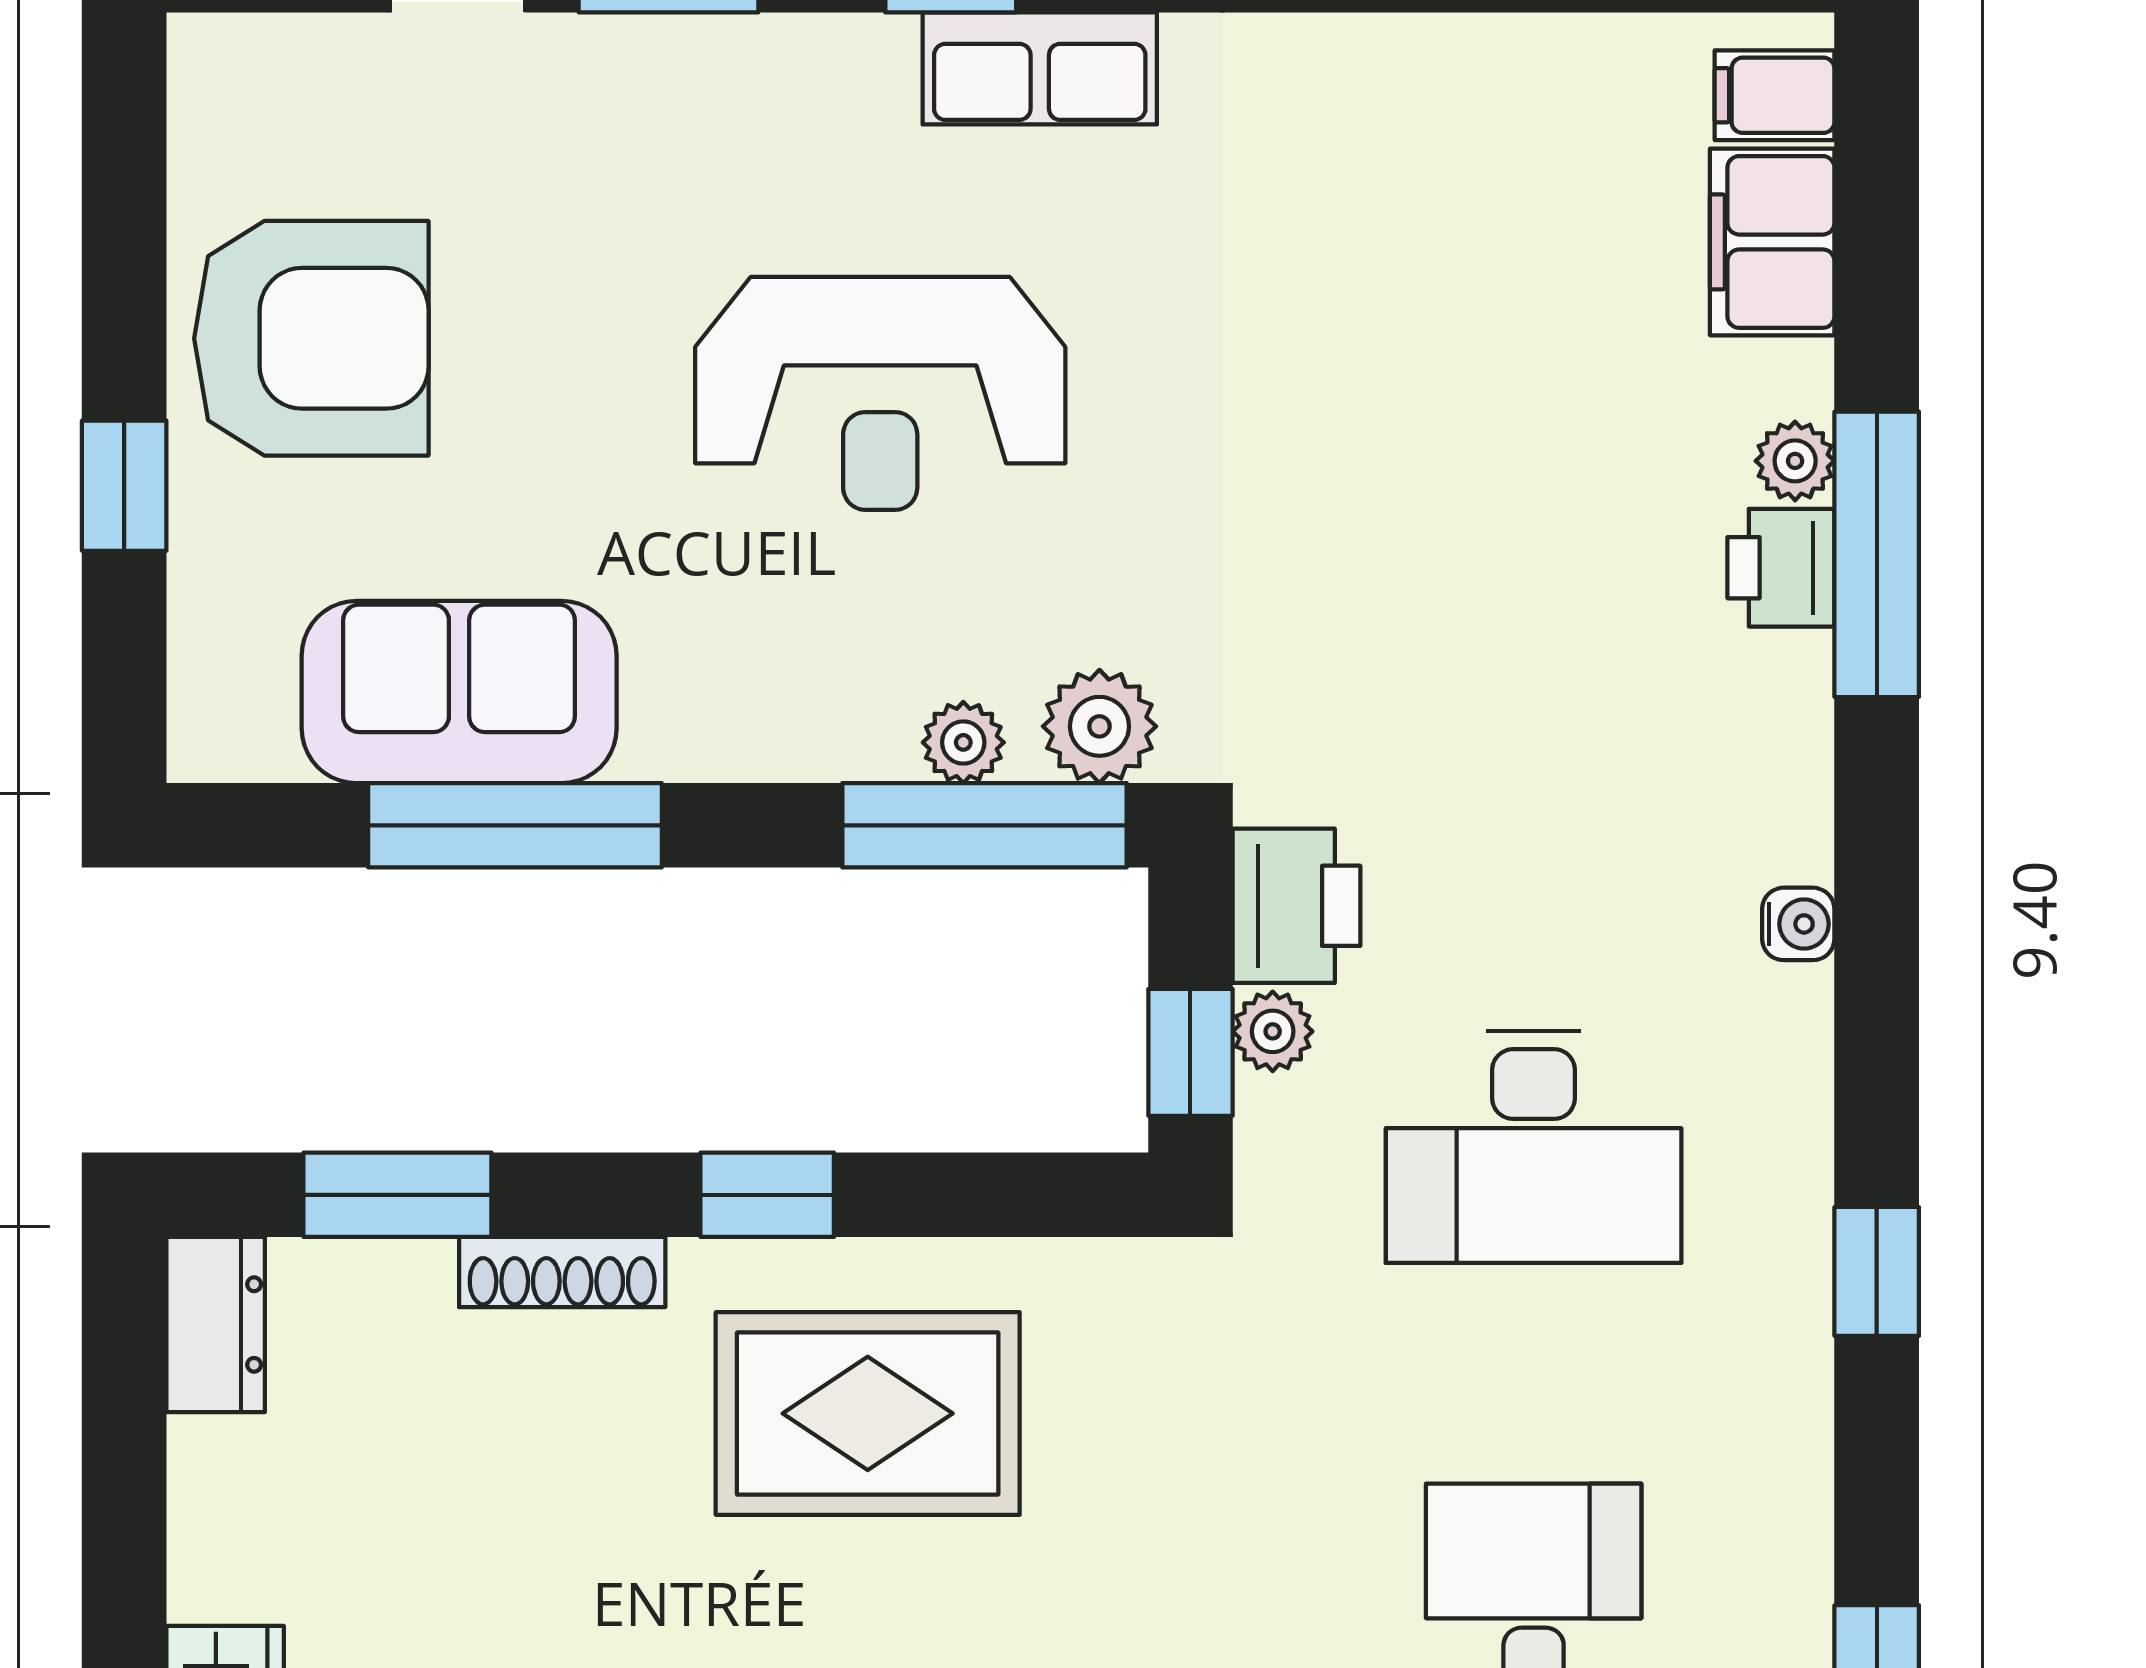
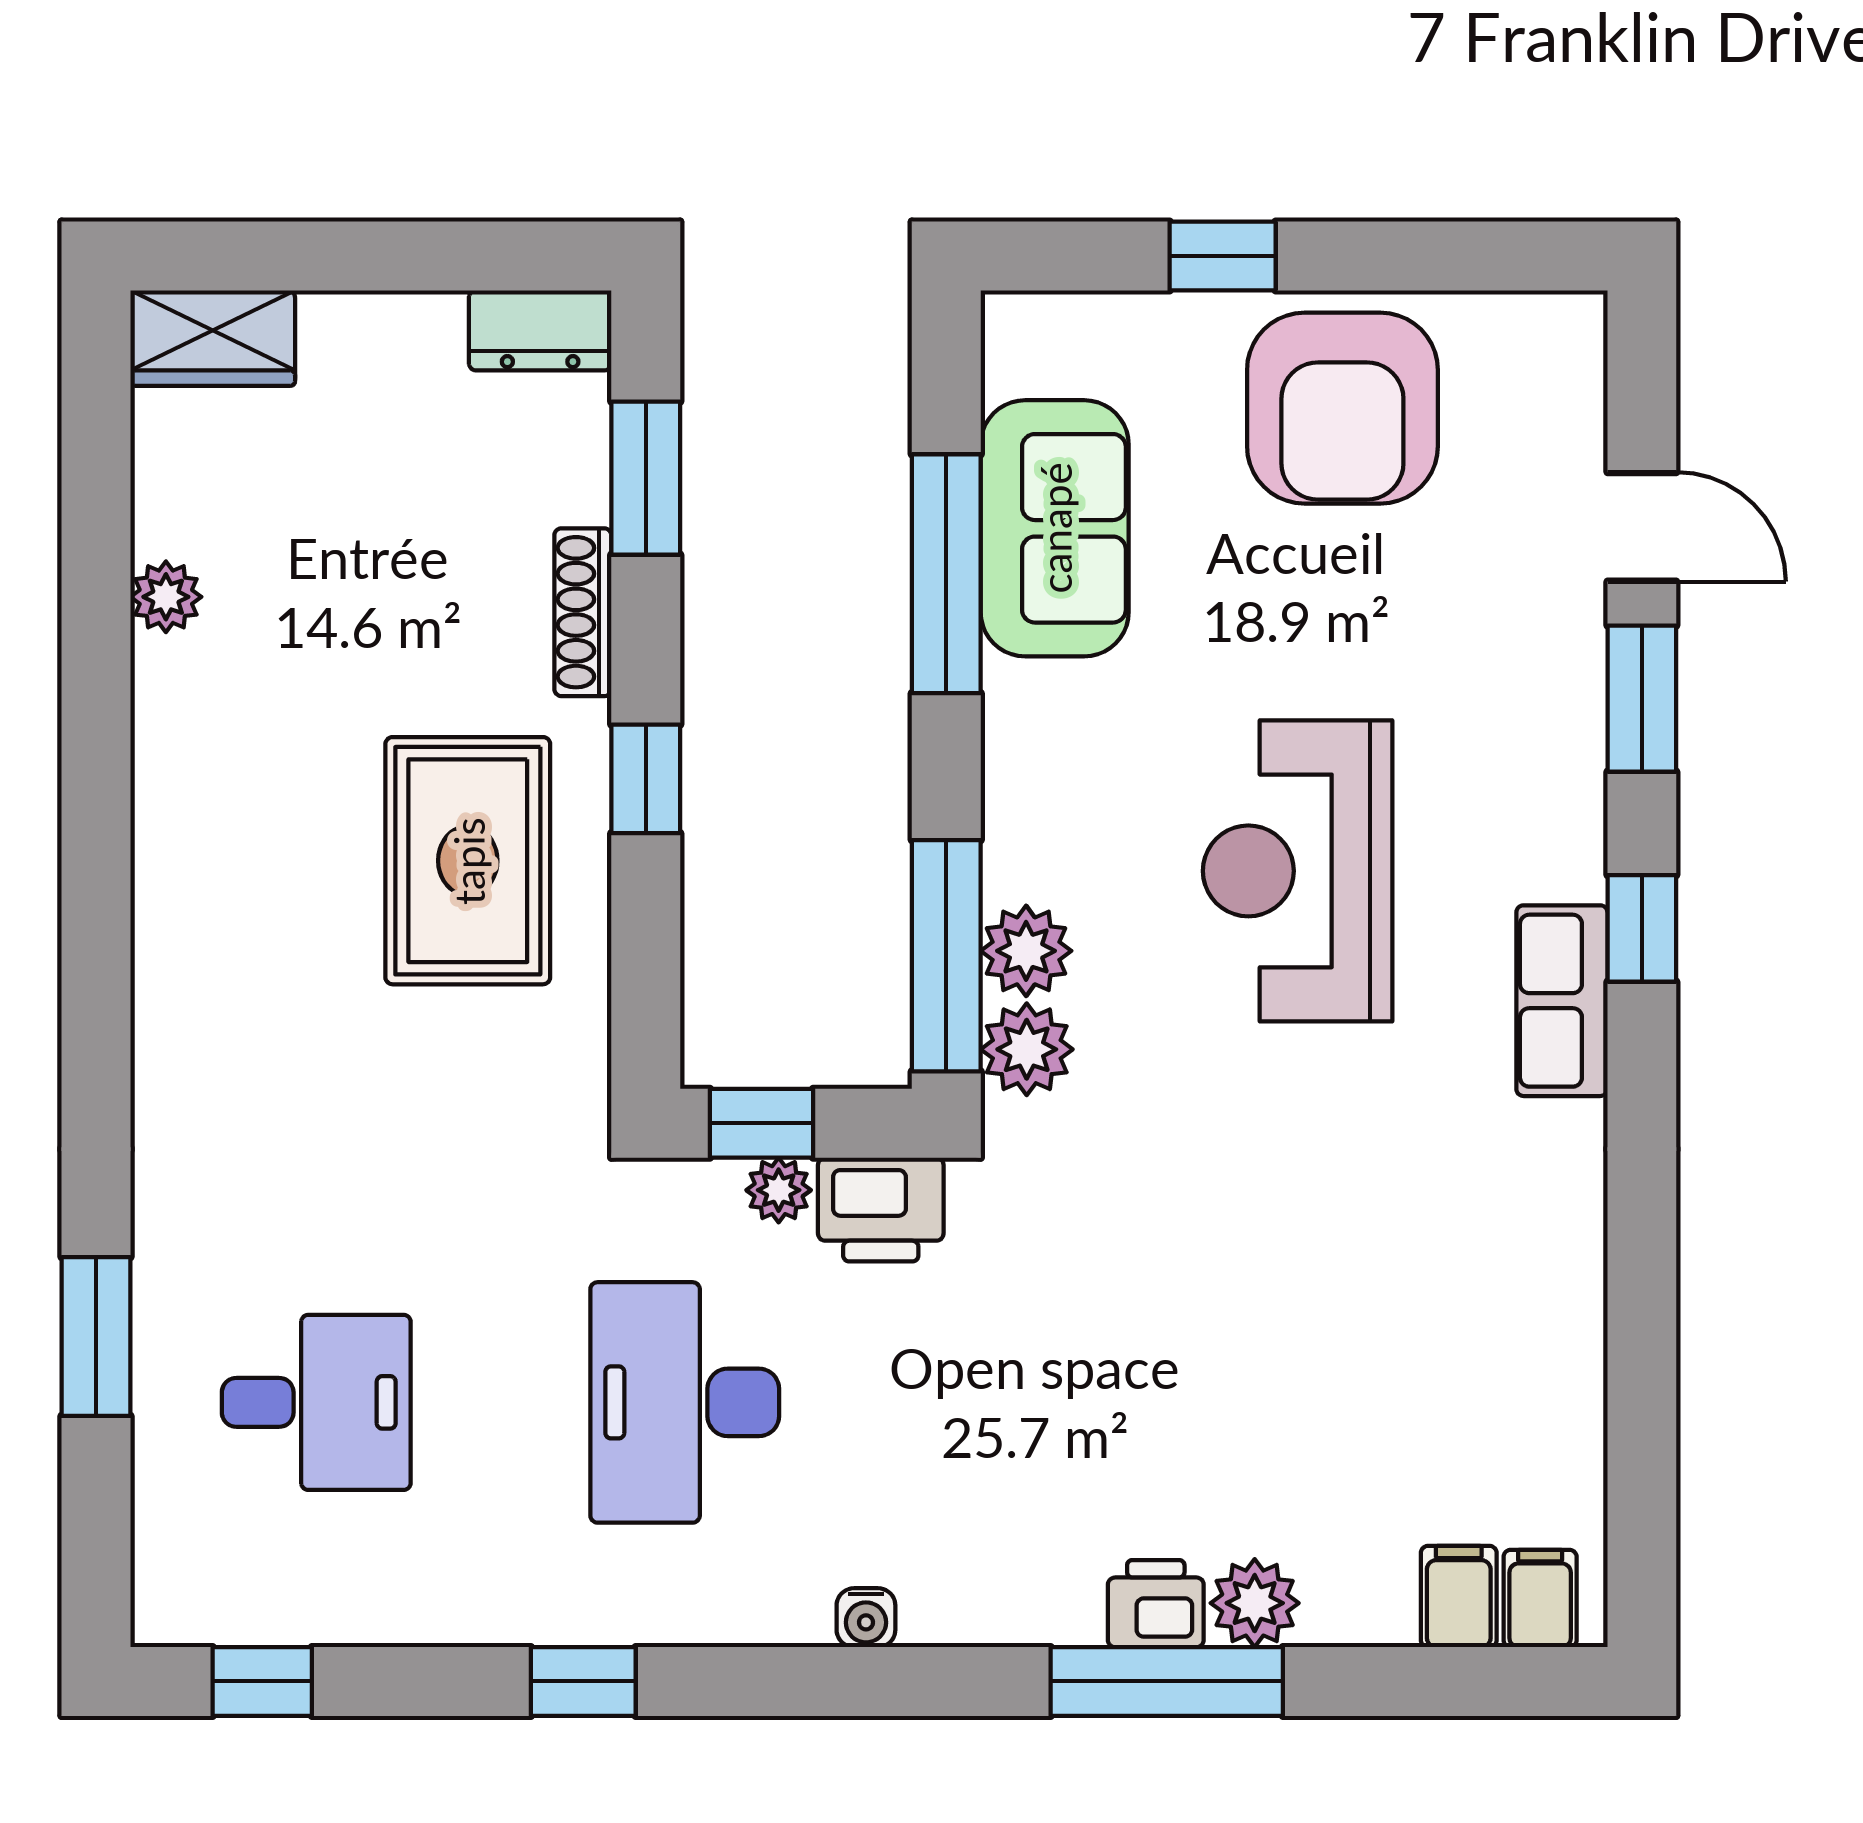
filing cabinet: (1772, 242) -> (1459, 1597), width x0.50
plant: (1795, 461) -> (1255, 1603), width x1.38, depth x1.38
plant: (963, 742) -> (1026, 951), width x1.38, depth x1.38

